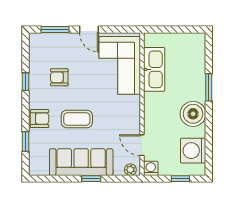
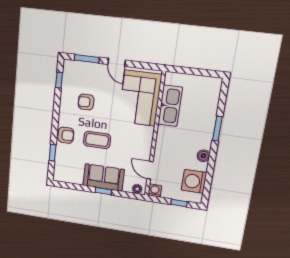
window: (26, 82) -> (59, 80), moved
boiler: (193, 114) -> (203, 156), width x0.54, depth x0.54
sofa: (81, 162) -> (104, 177), width x0.73

